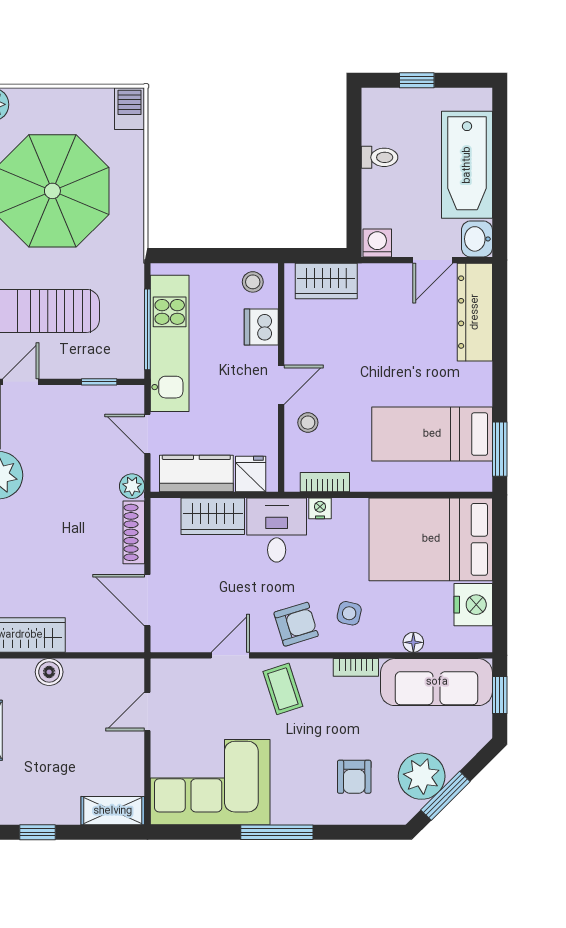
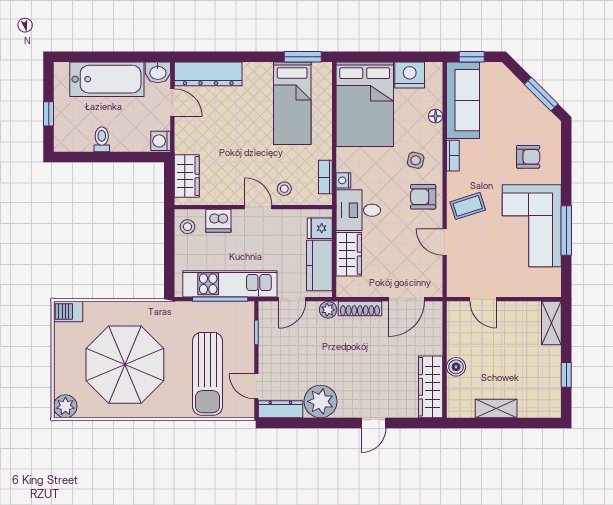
armchair: (296, 624) -> (423, 197), turned -73
plant: (422, 776) -> (528, 110), removed
corner sofa: (210, 782) -> (532, 226), moved
window: (277, 832) -> (566, 231), moved

